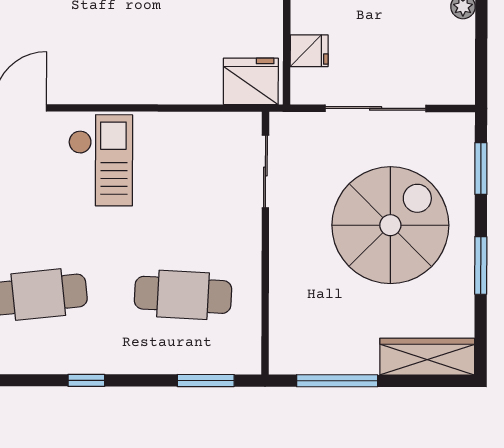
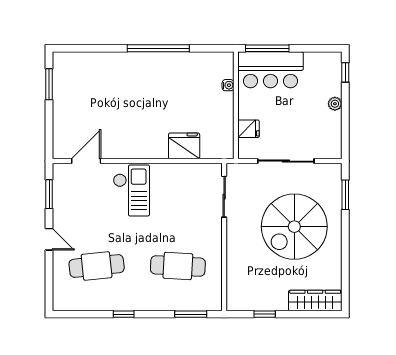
fridge: (251, 81) -> (184, 146), moved
spiral stairs: (390, 225) -> (294, 227), turned 180
window: (481, 265) -> (345, 249), removed
window: (337, 381) -> (265, 314), width x0.46

